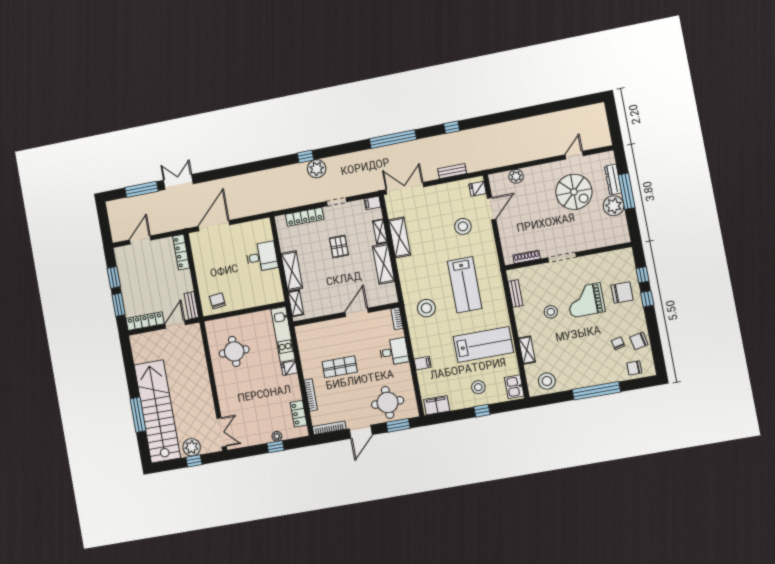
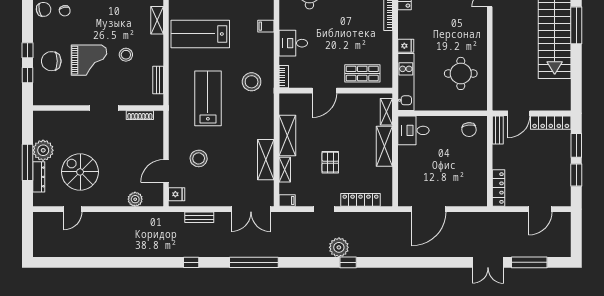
door: (214, 226) -> (429, 209), moved
desk: (262, 257) -> (413, 130), moved
shop shelf: (340, 367) -> (362, 73), moved

